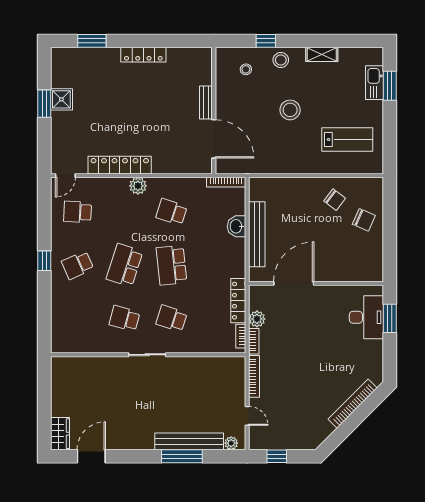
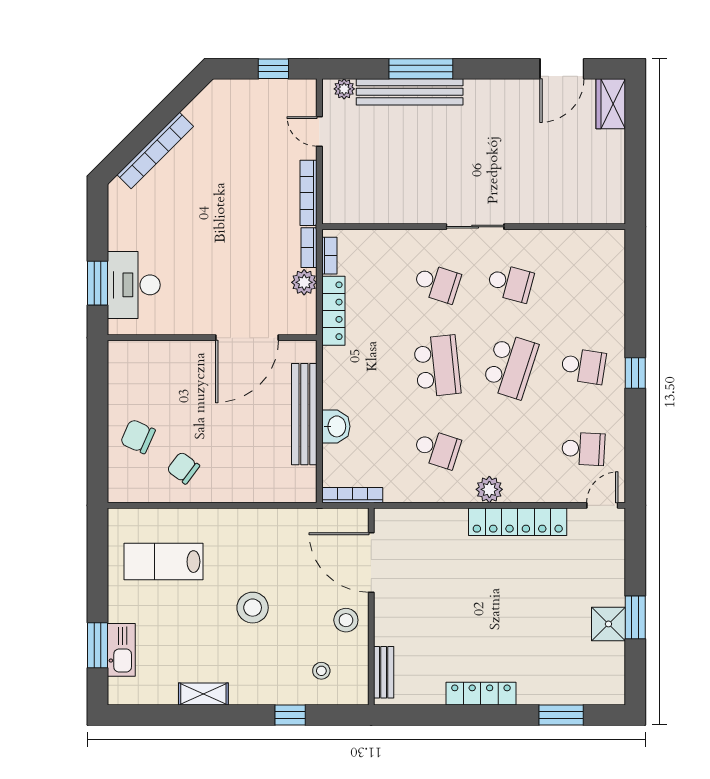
stool: (281, 60) -> (346, 620), moved
bench: (206, 103) -> (384, 672), moved
school desk: (78, 265) -> (583, 366), turned 33

